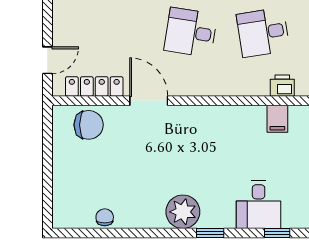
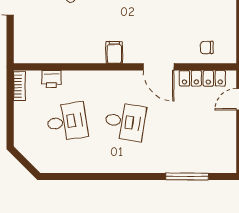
filing cabinet: (277, 119) -> (114, 52), moved
chair: (89, 125) -> (207, 47), width x0.54, depth x0.54

